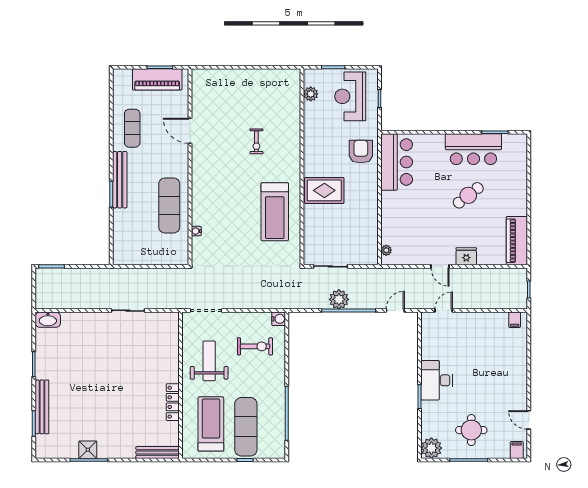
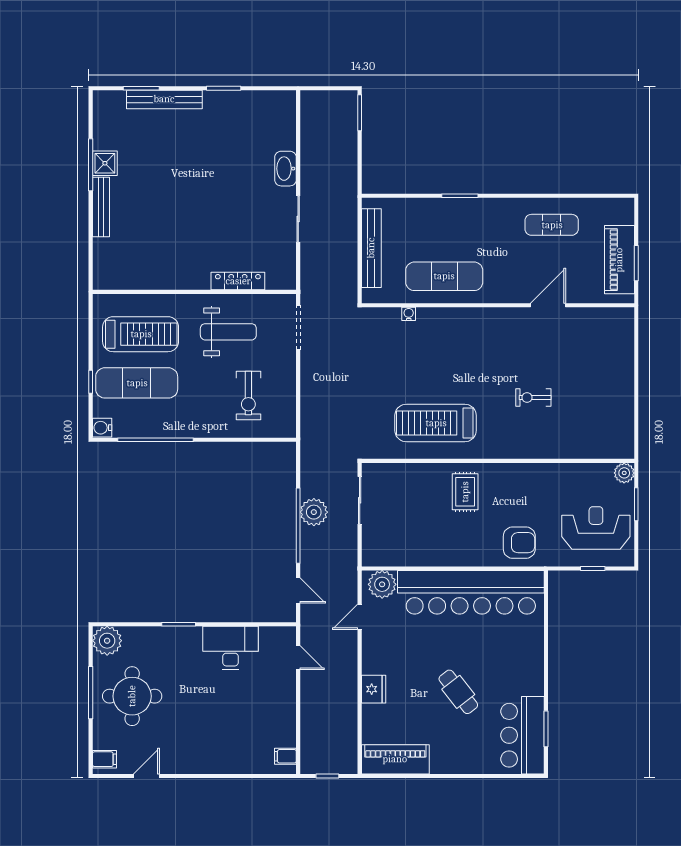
plant: (311, 94) -> (624, 473), moved
bar counter: (473, 149) -> (522, 735), moved
bar counter: (397, 162) -> (471, 592), width x1.86
bench: (120, 180) -> (371, 248), moved, turned 90
rug: (324, 190) -> (465, 492), width x0.73, depth x0.70
plant: (386, 250) -> (382, 584), width x1.88, depth x1.88
door: (440, 266) -> (360, 617), moved
water cooler: (279, 319) -> (102, 428), moved, turned 90
washbasin: (48, 320) -> (286, 169), moved
desk: (437, 380) -> (231, 648), moved
locker: (173, 402) -> (238, 281), moved
round table: (471, 430) -> (132, 696), width x1.36, depth x1.36
bench: (158, 453) -> (101, 207), moved

